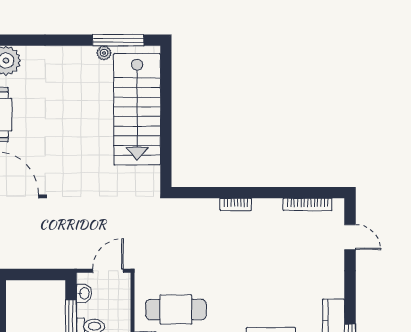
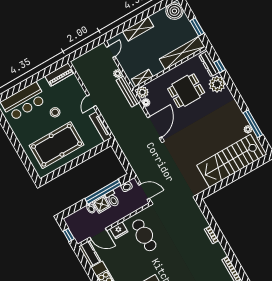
window: (118, 40) -> (253, 124), moved

